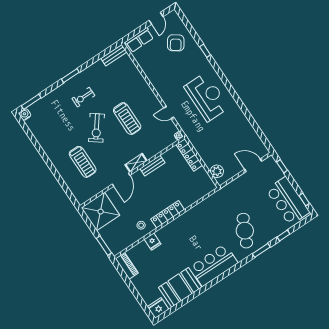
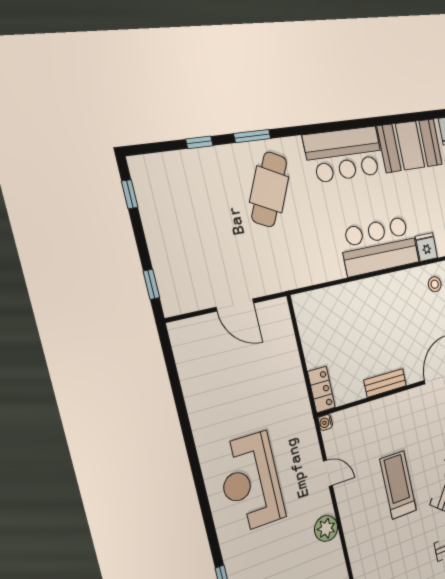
locker: (189, 155) -> (321, 390), width x0.66
shelving: (136, 163) -> (409, 398), removed
door: (253, 165) -> (235, 305), moved
plant: (217, 171) -> (326, 528), moved
bar counter: (288, 201) -> (379, 246), moved, turned -90
locker: (168, 214) -> (389, 284), removed

